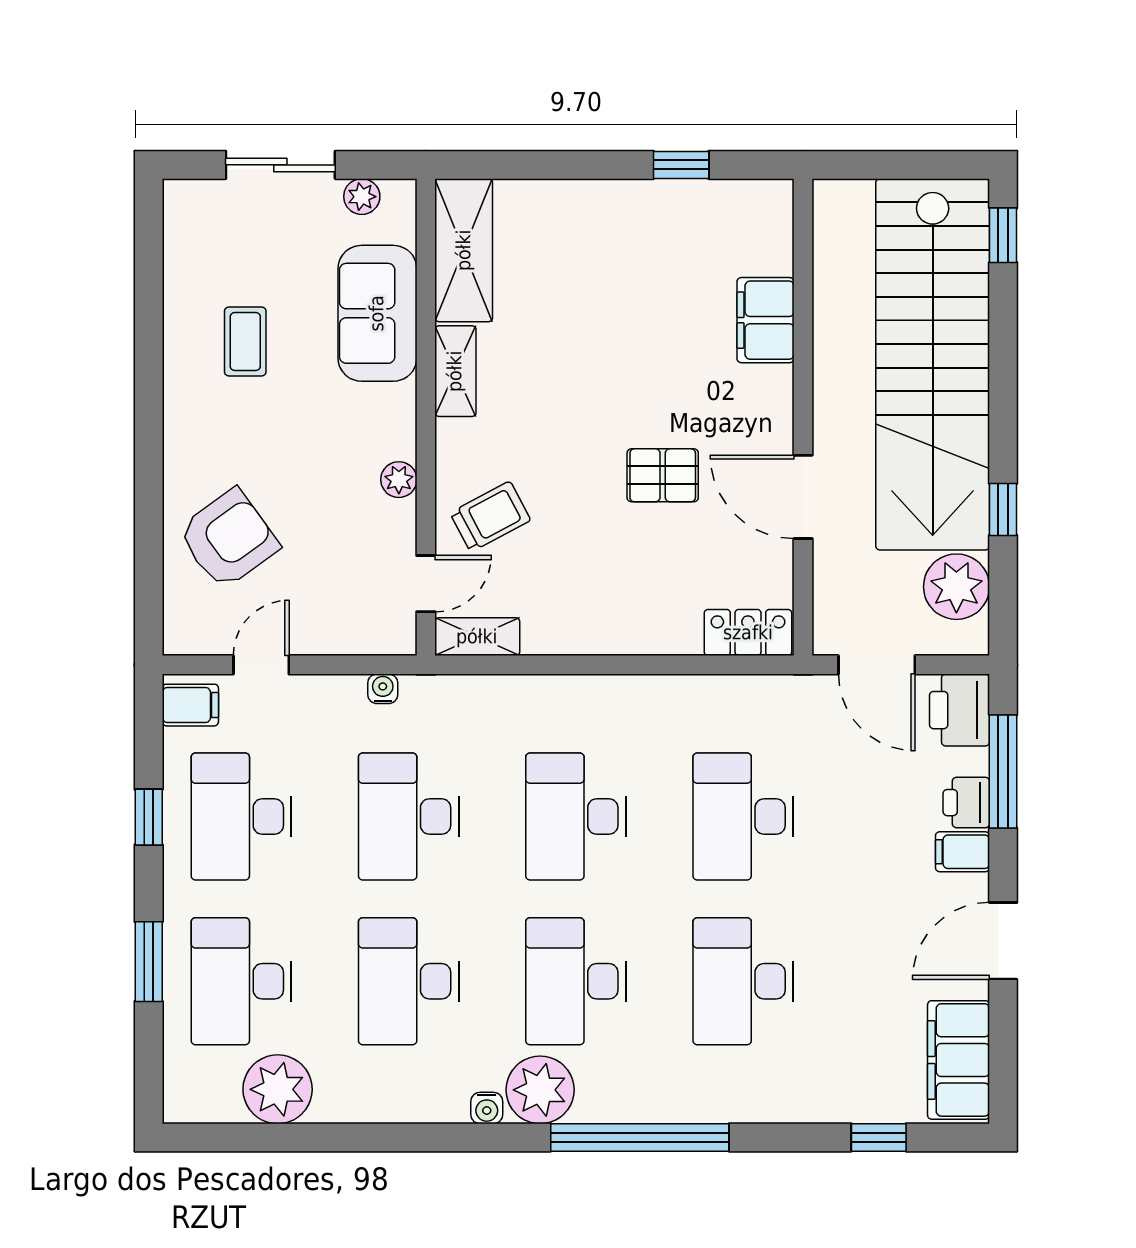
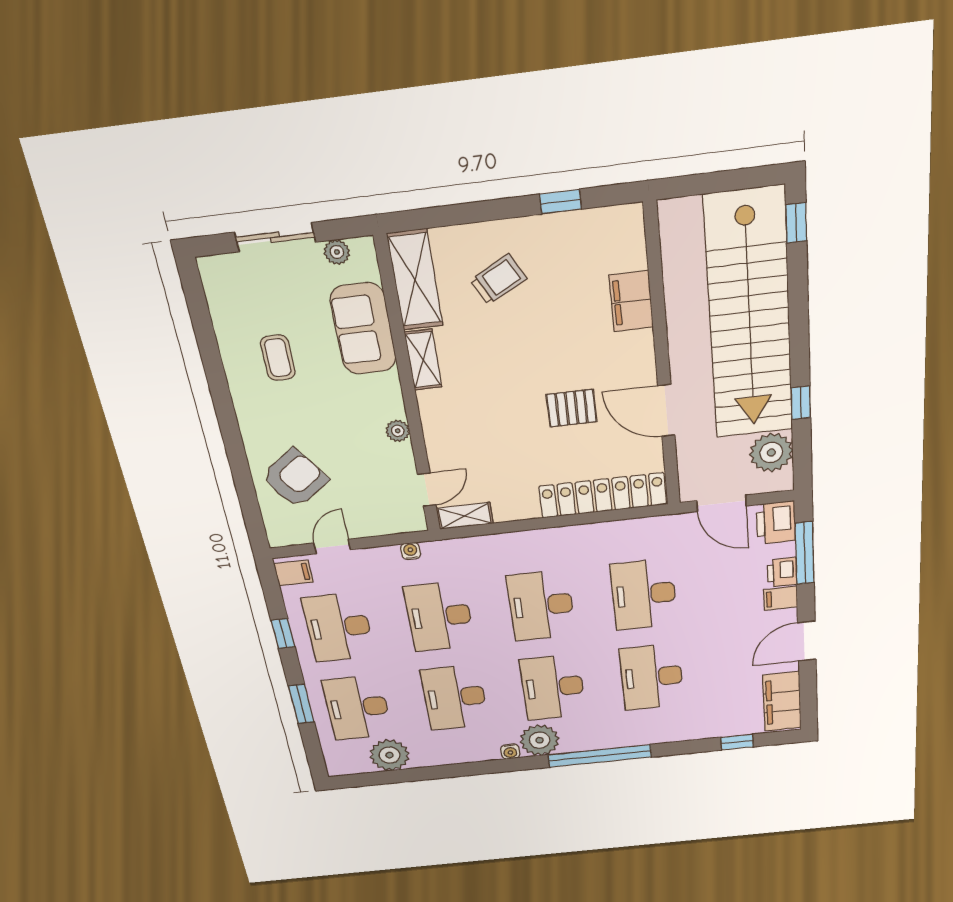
trolley: (490, 517) -> (498, 279), moved
locker: (748, 633) -> (603, 495), width x2.16, depth x1.21

